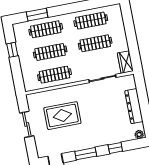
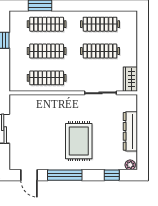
rug: (62, 116) -> (79, 141), moved, turned 90
window: (115, 148) -> (112, 175), moved
window: (86, 154) -> (65, 175), width x1.44

